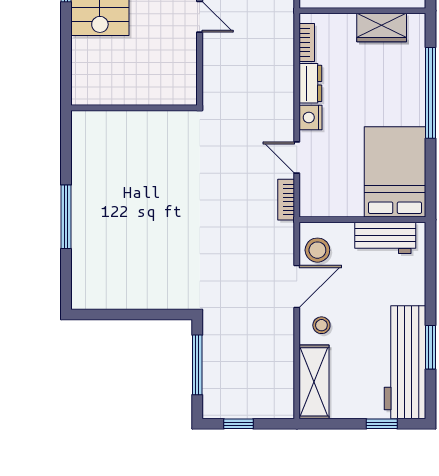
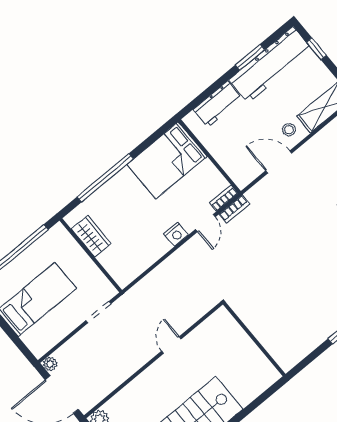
bookcase: (307, 42) -> (224, 198), moved
dresser: (310, 83) -> (157, 250), removed
workbench: (385, 238) -> (218, 104), moved, turned 90
stool: (317, 250) -> (248, 168), removed

